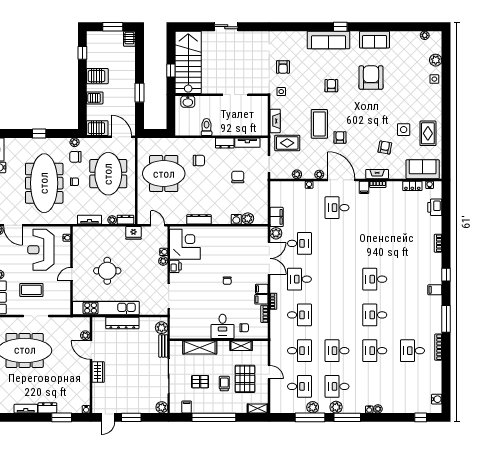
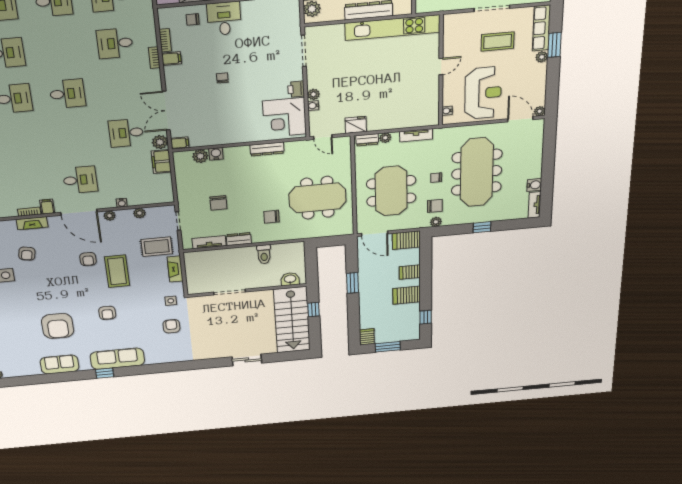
round table: (107, 271) -> (391, 75), removed
desk: (299, 279) -> (67, 94), moved
filing cabinet: (262, 289) -> (180, 143), moved

